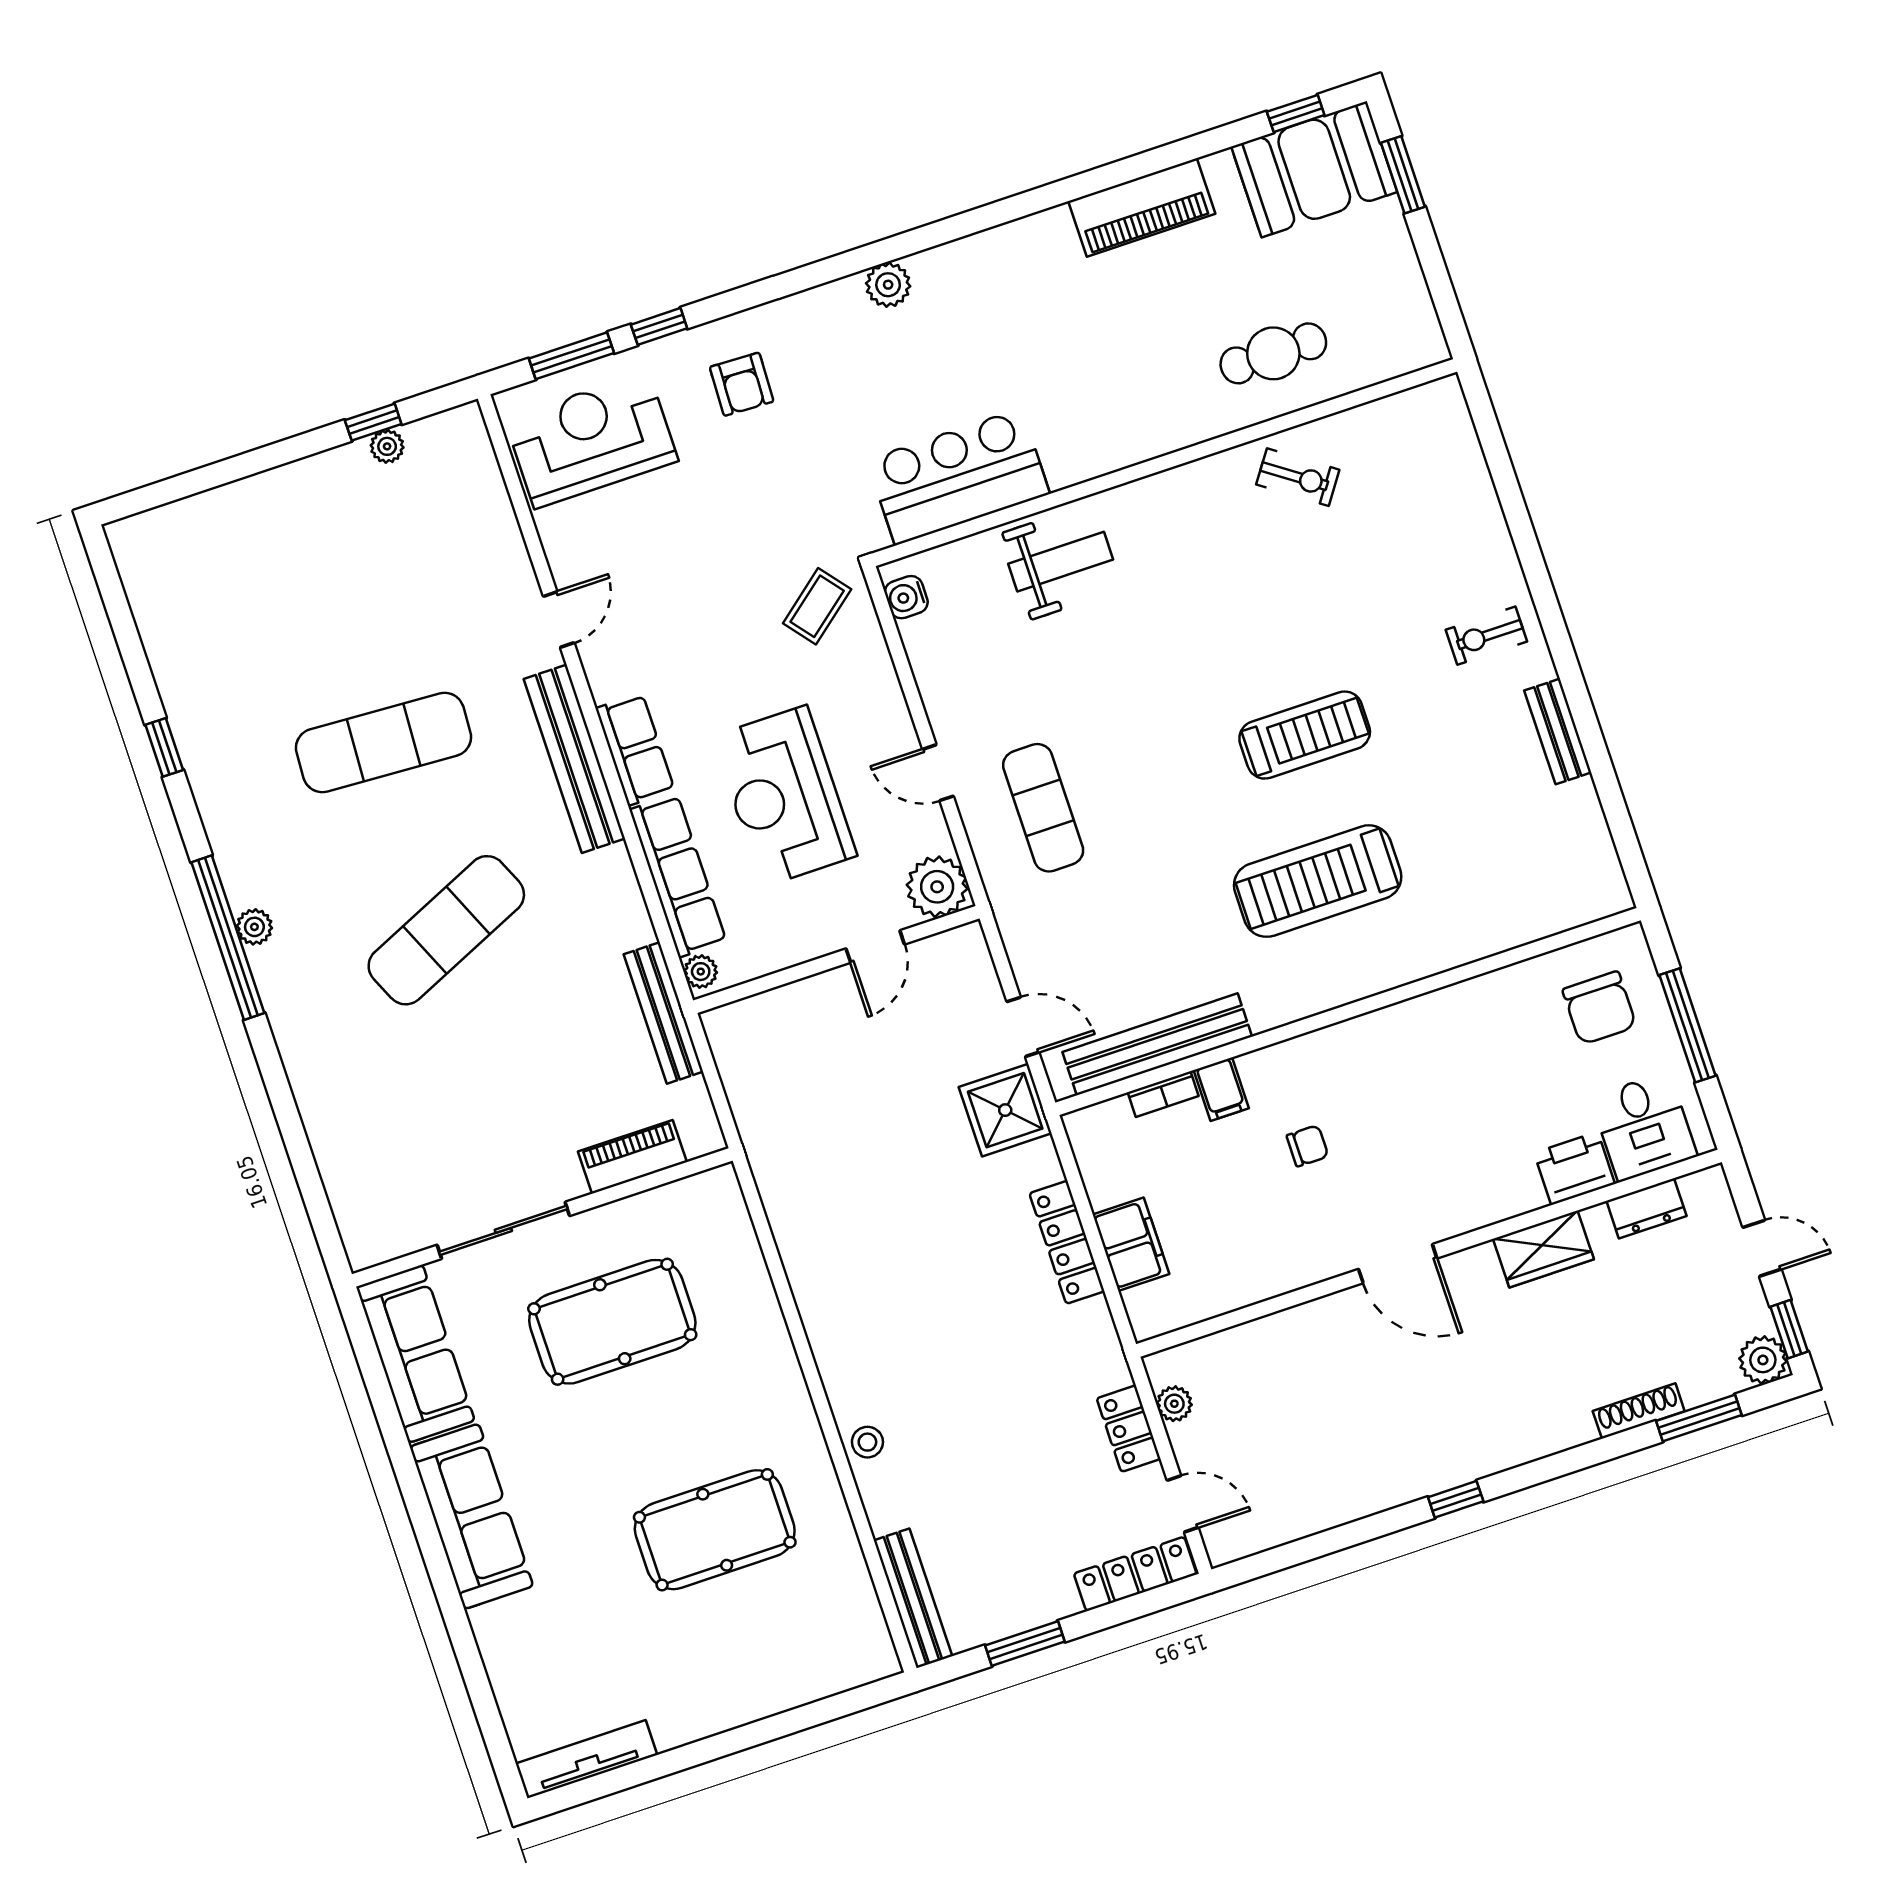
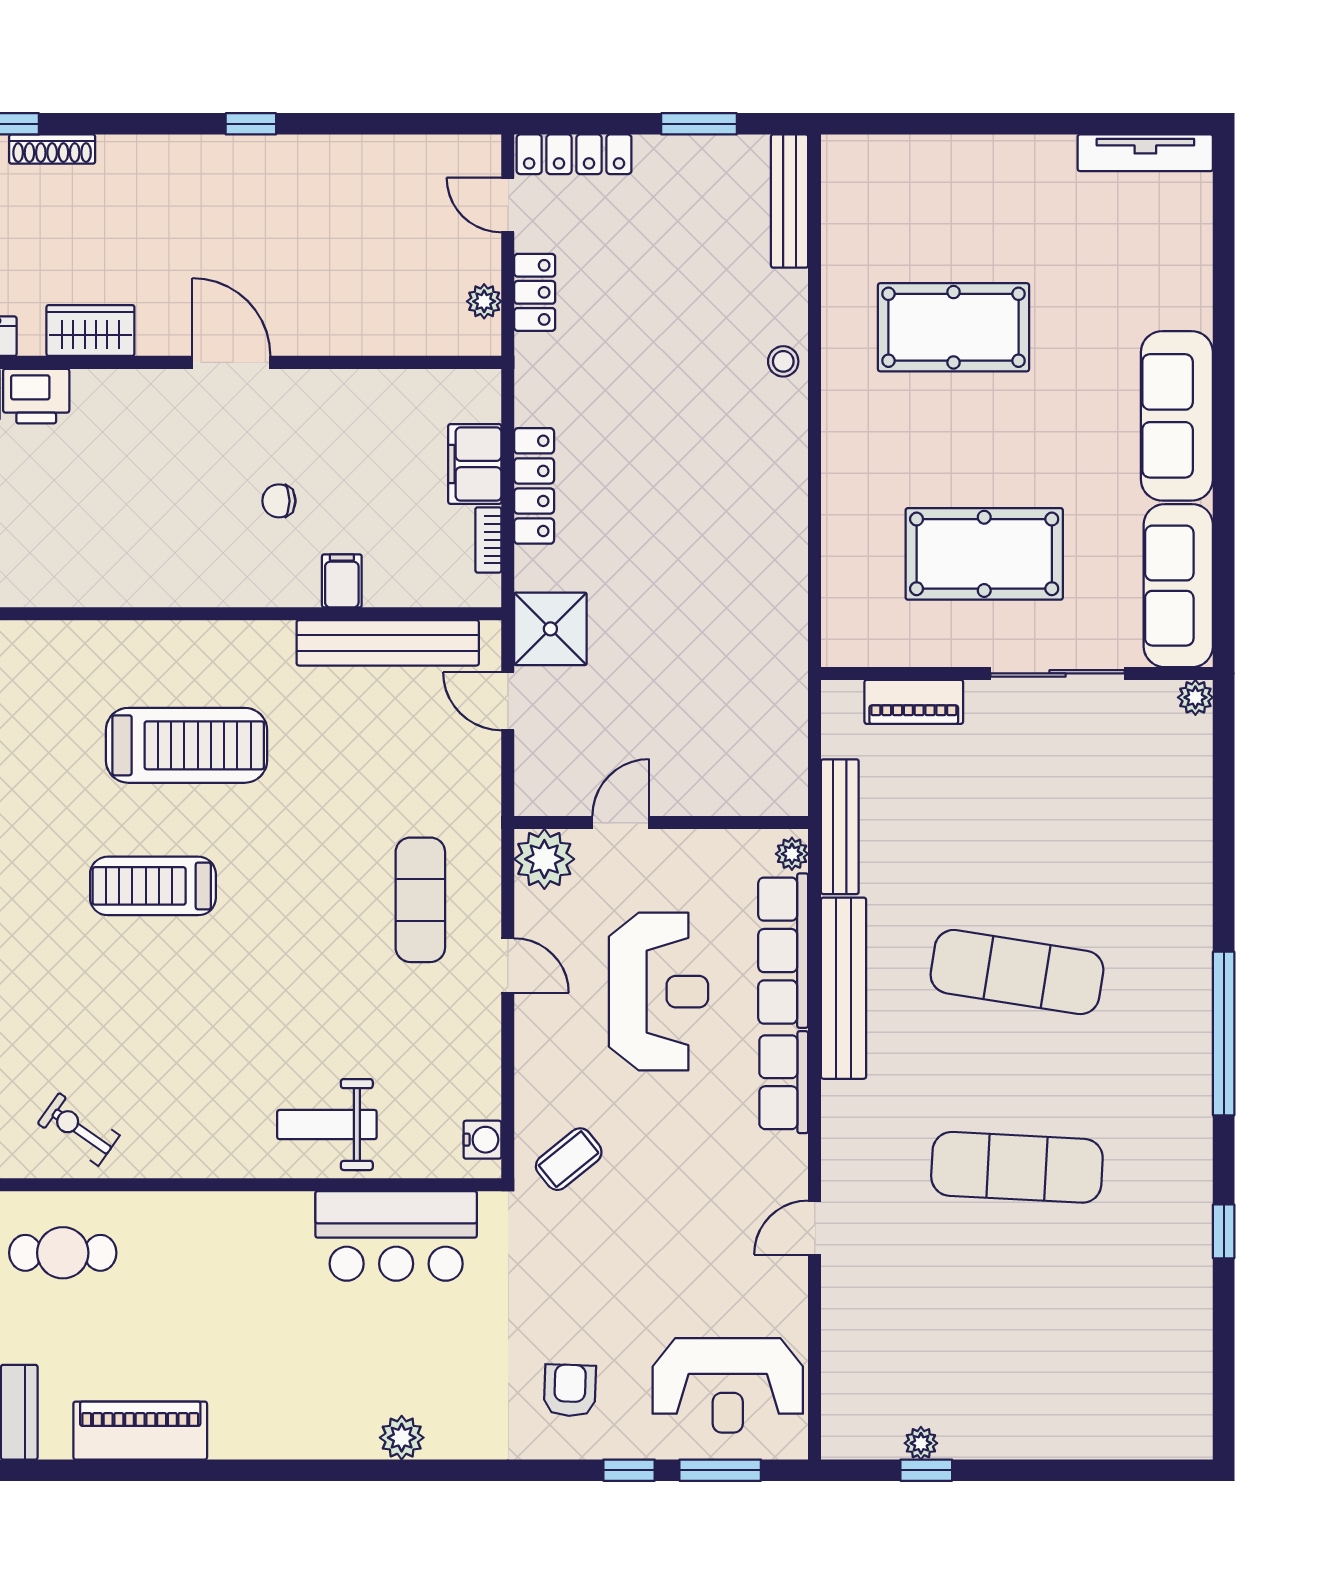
bench: (574, 759) -> (844, 988), moved
plant: (254, 927) -> (1195, 697), moved
exercise mat: (446, 930) -> (1017, 972), turned 33
bookcase: (1163, 1094) -> (488, 540), moved, turned -90

